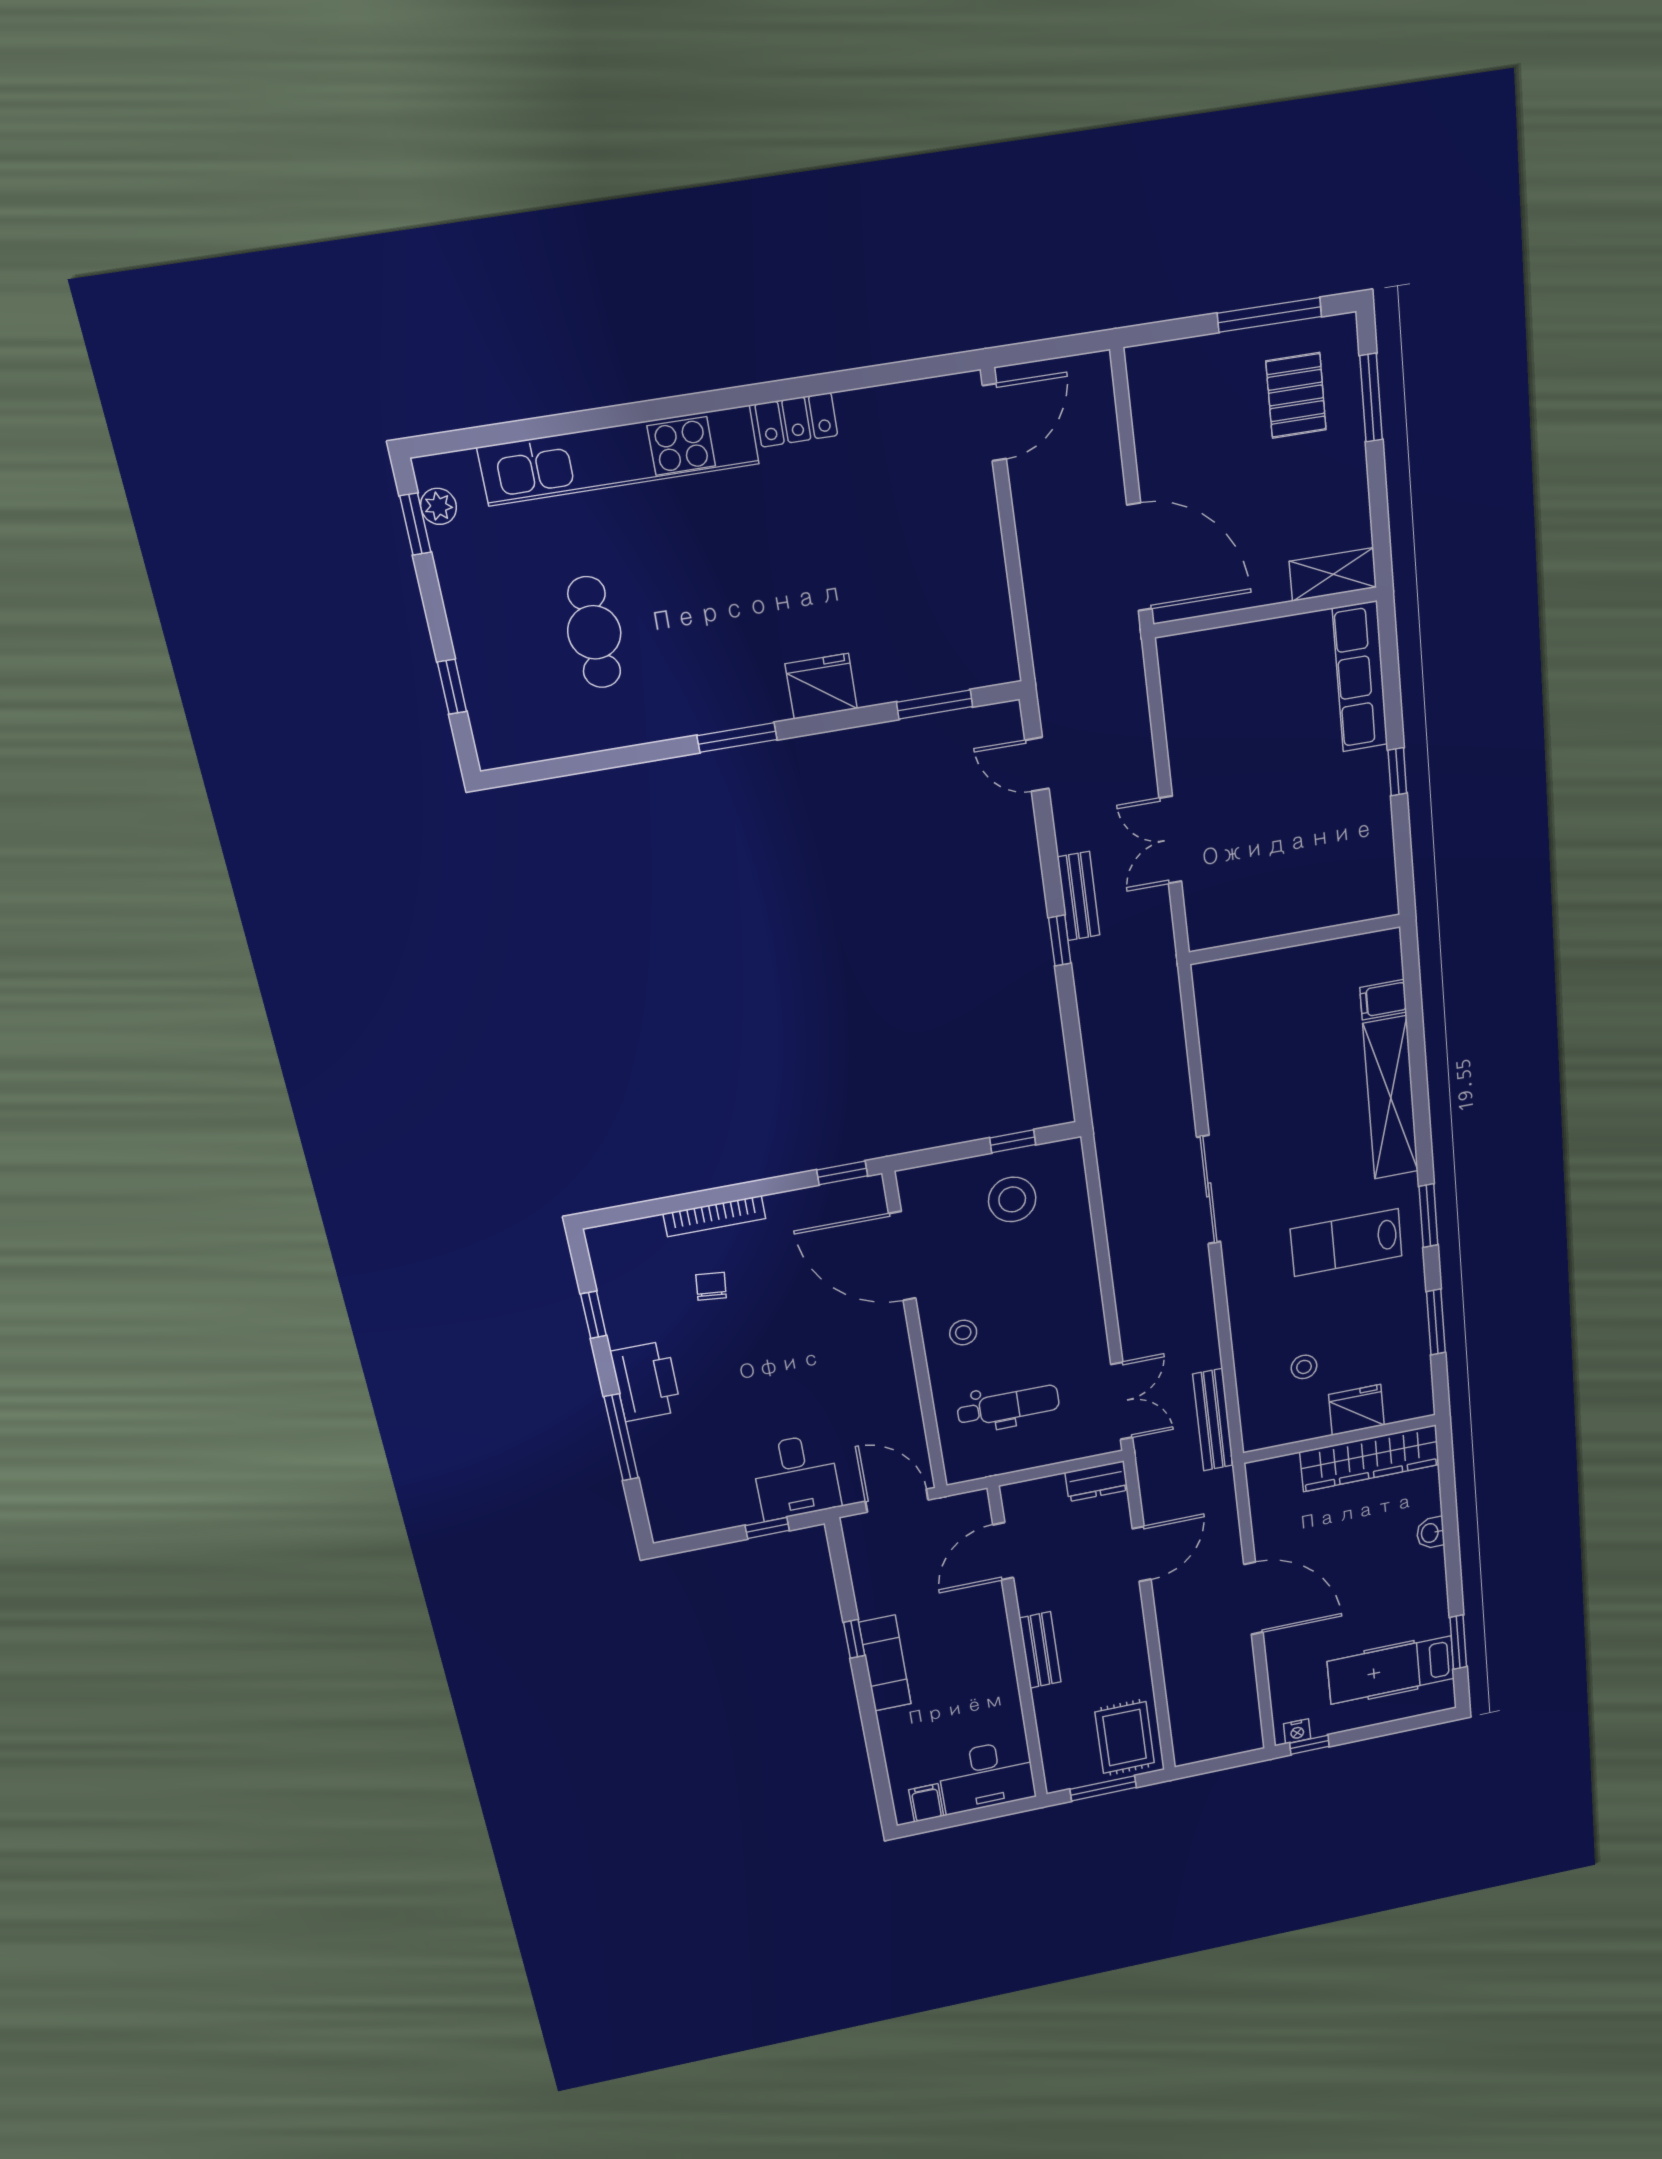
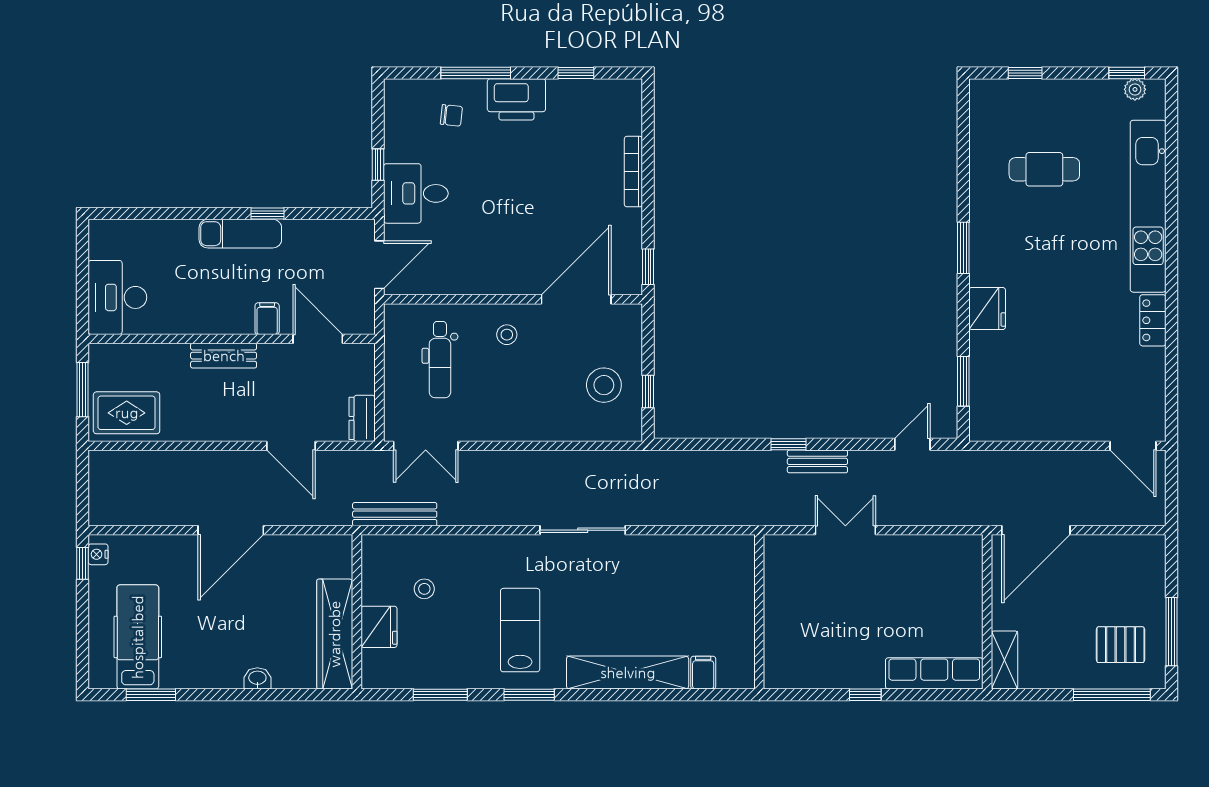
window: (1371, 398) -> (1112, 695), width x1.44
chair: (711, 1286) -> (451, 115), moved
filing cabinet: (926, 1803) -> (267, 319), moved, turned -90

